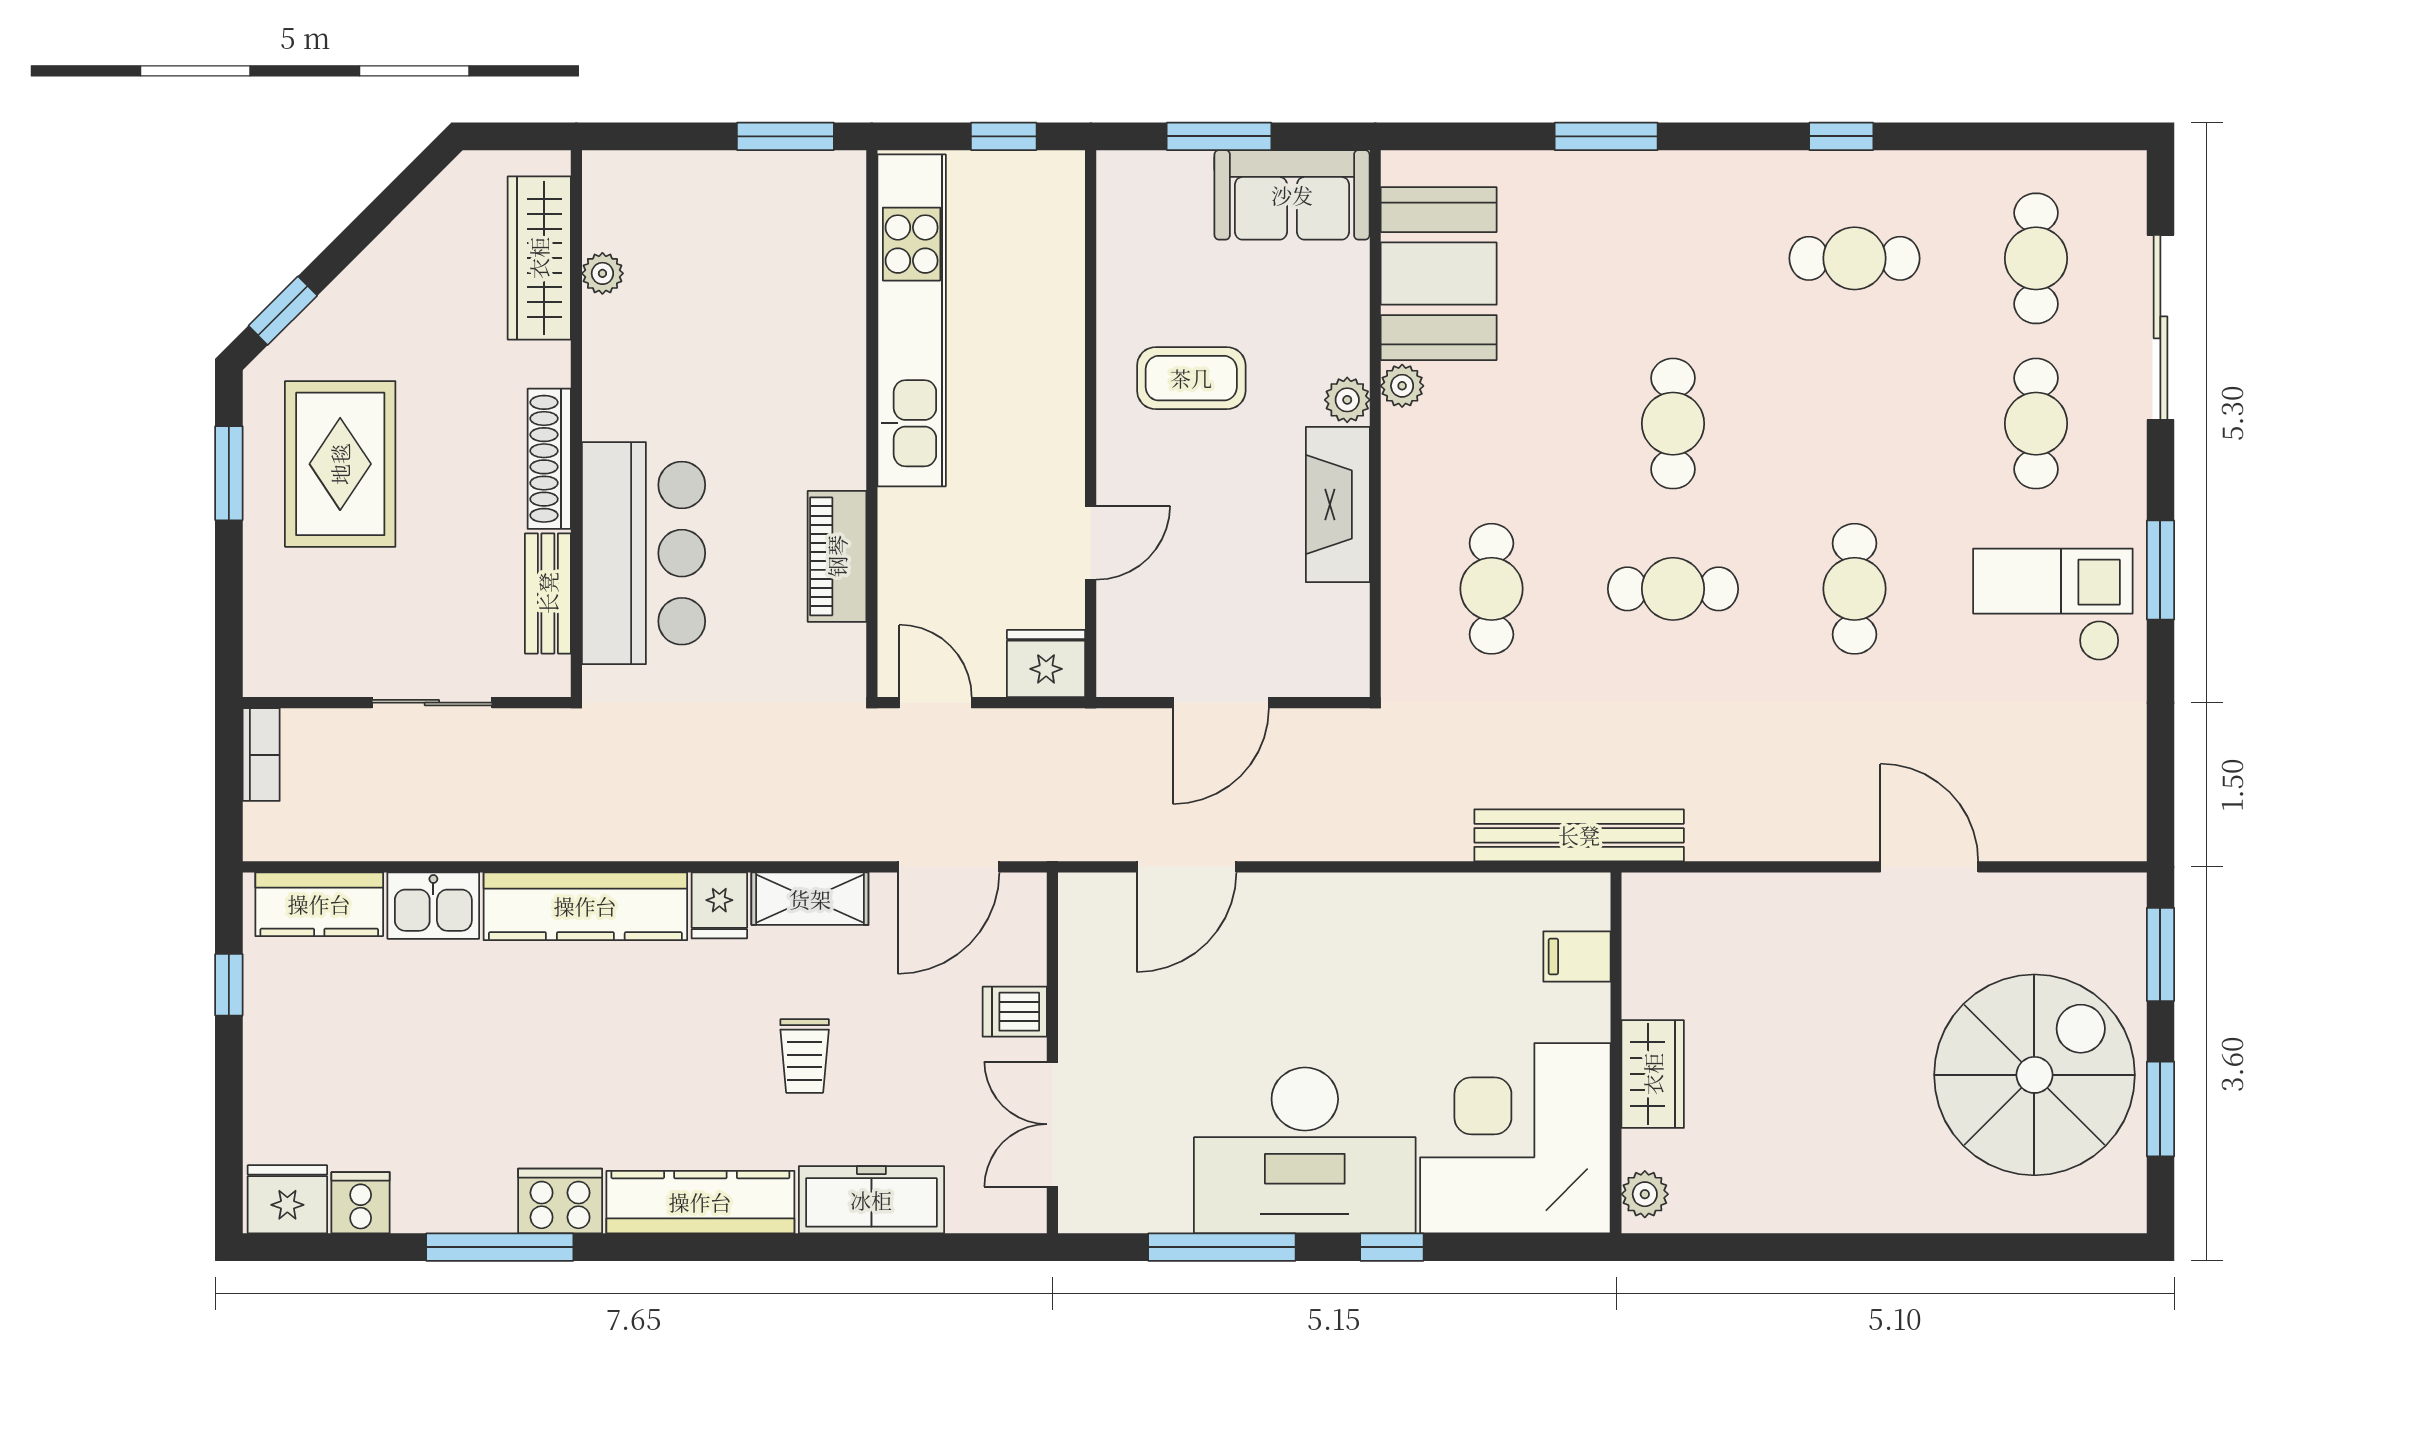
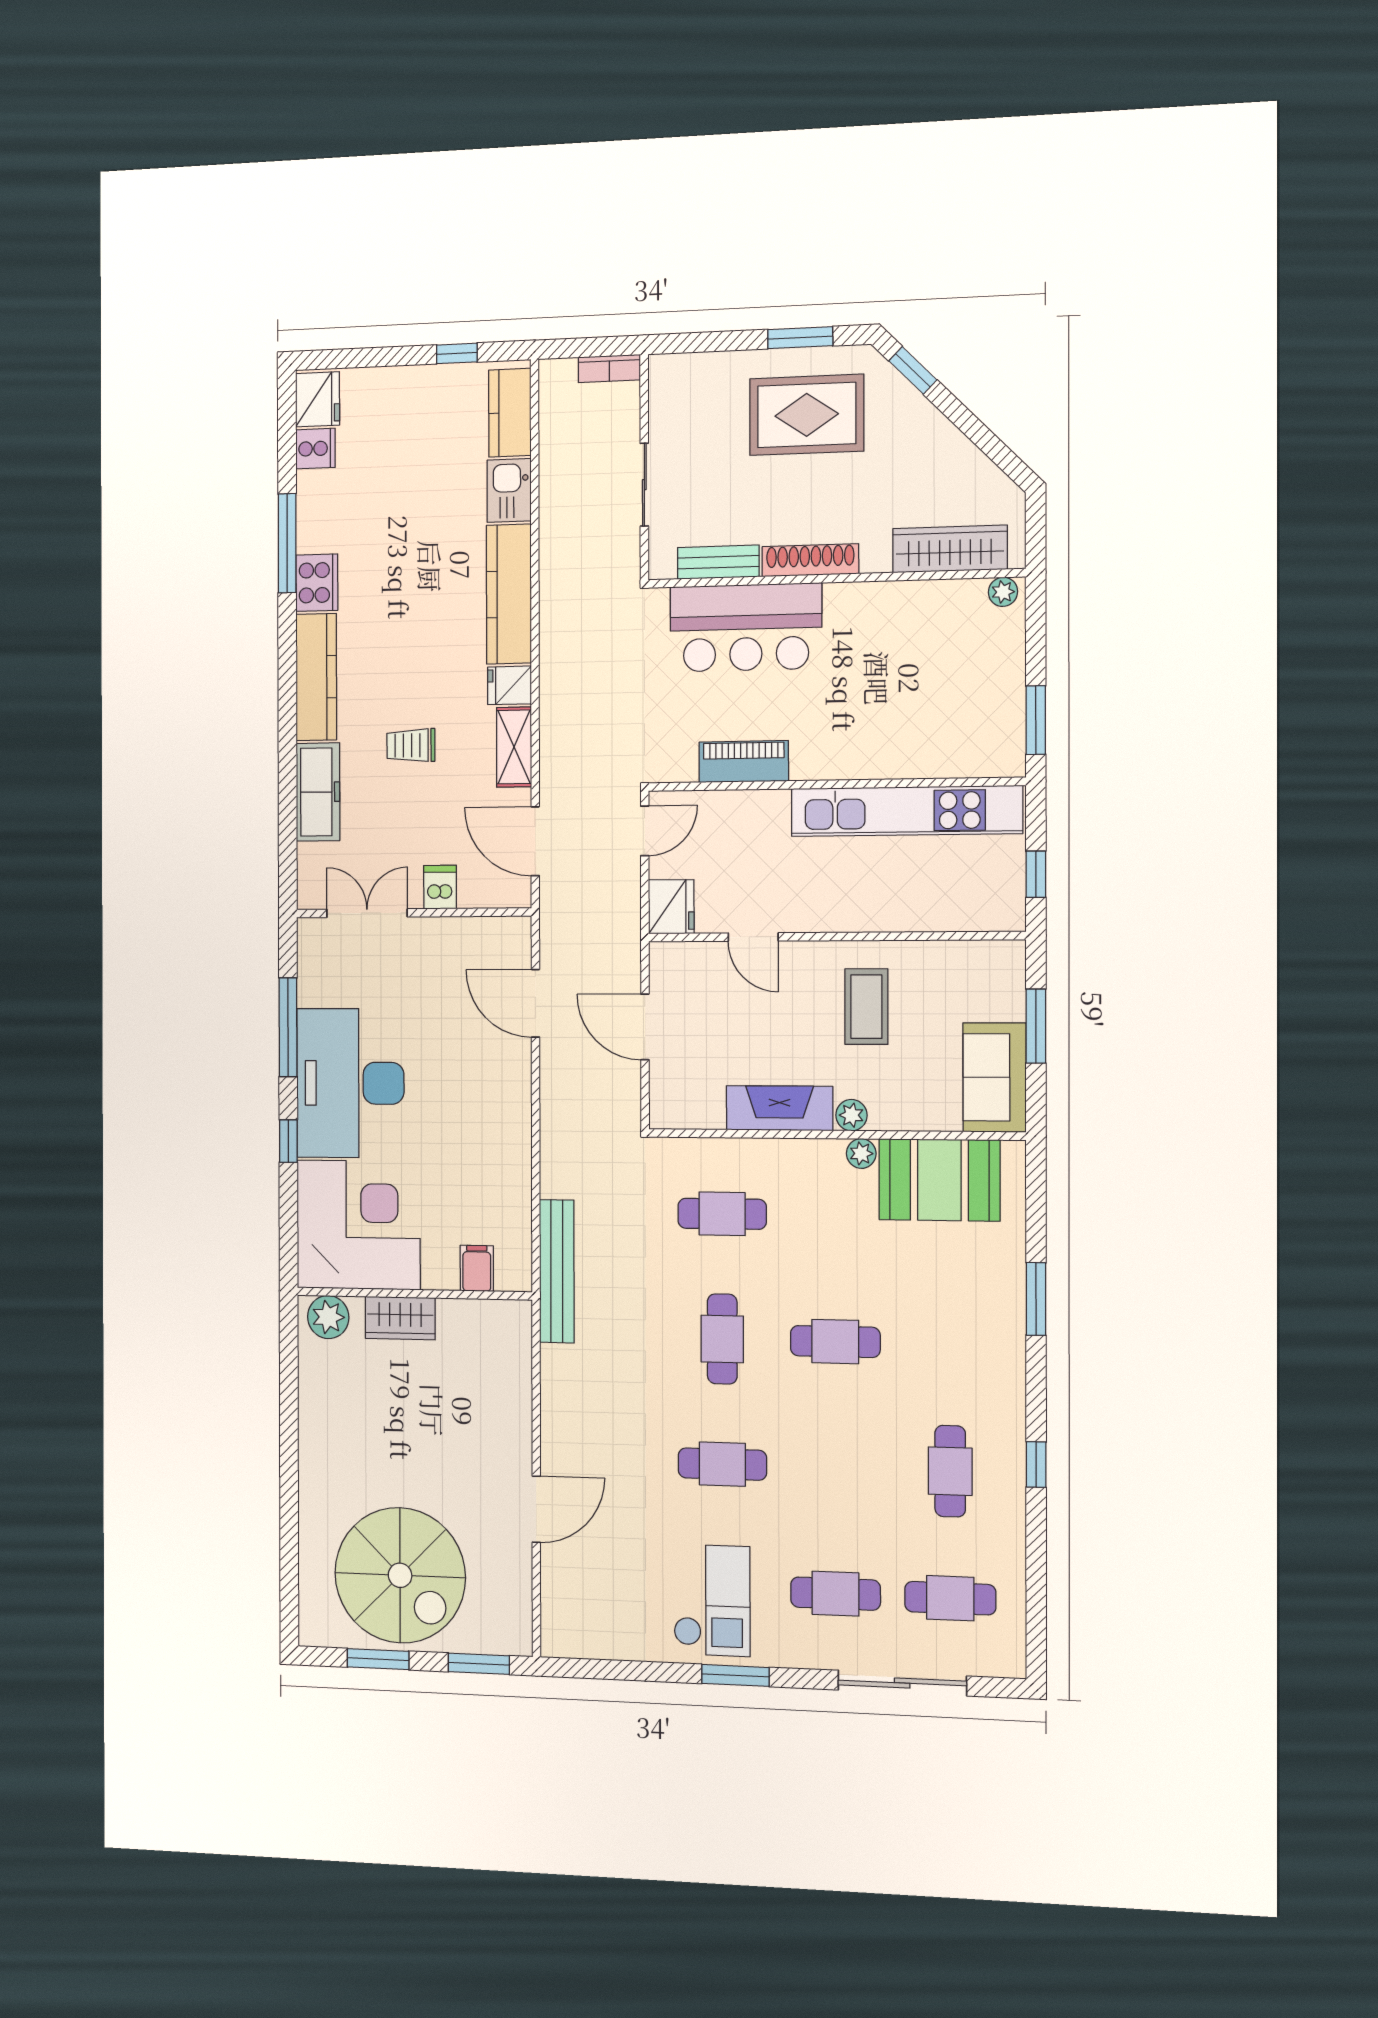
plant: (602, 273) -> (1003, 592), moved
plant: (1645, 1194) -> (328, 1317), width x1.38, depth x1.38

